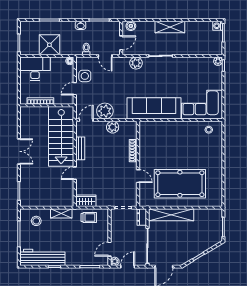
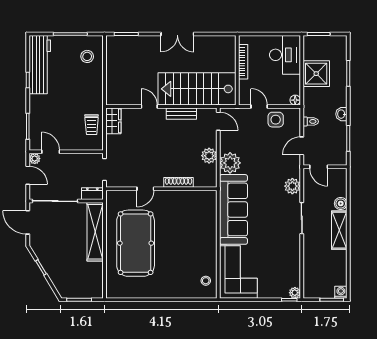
boiler: (131, 26) -> (341, 204), moved
plant: (105, 111) -> (230, 163), moved
shelving: (61, 213) -> (97, 89), removed

